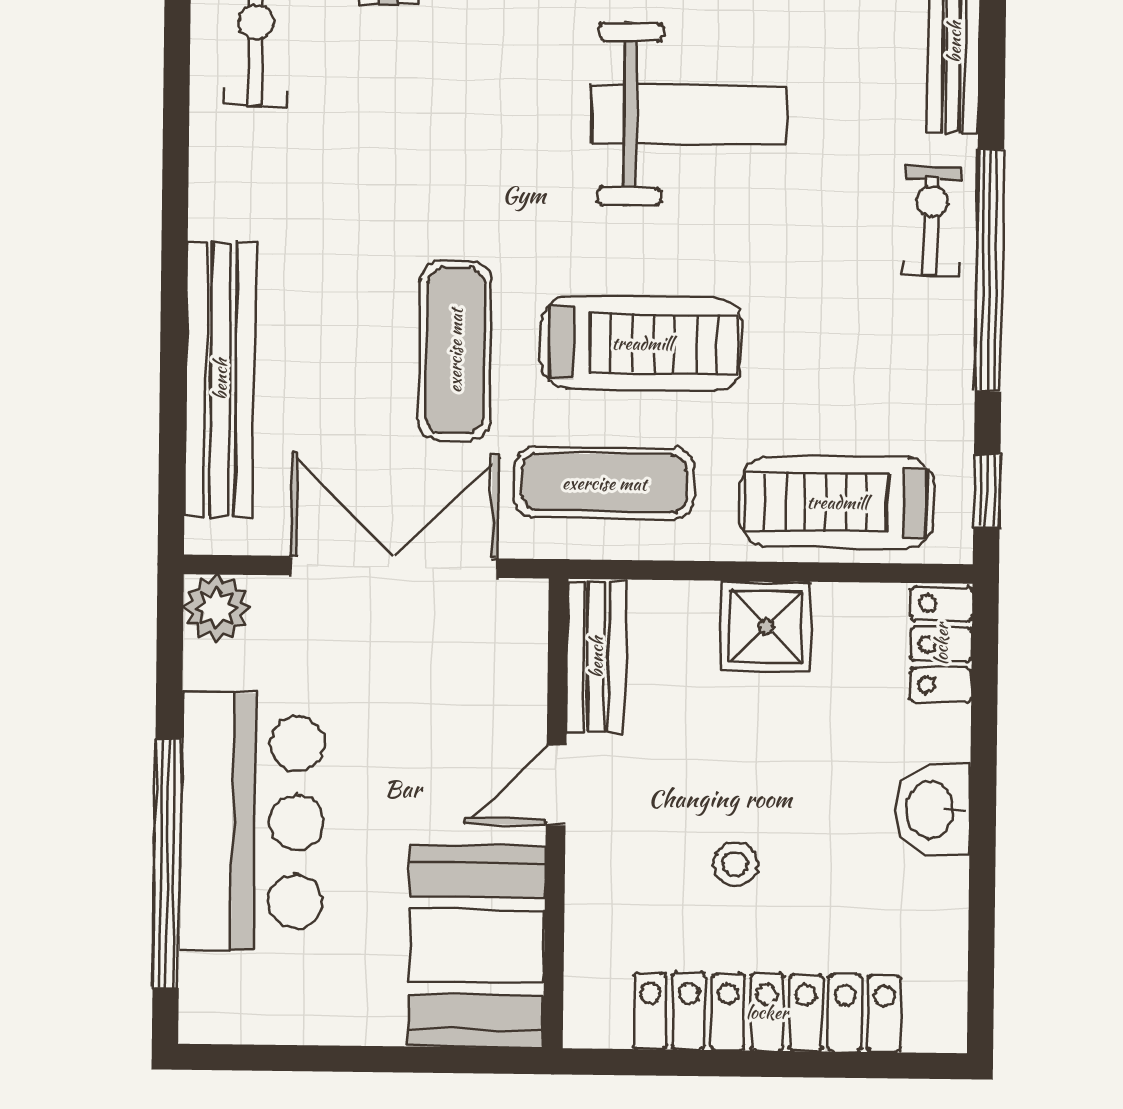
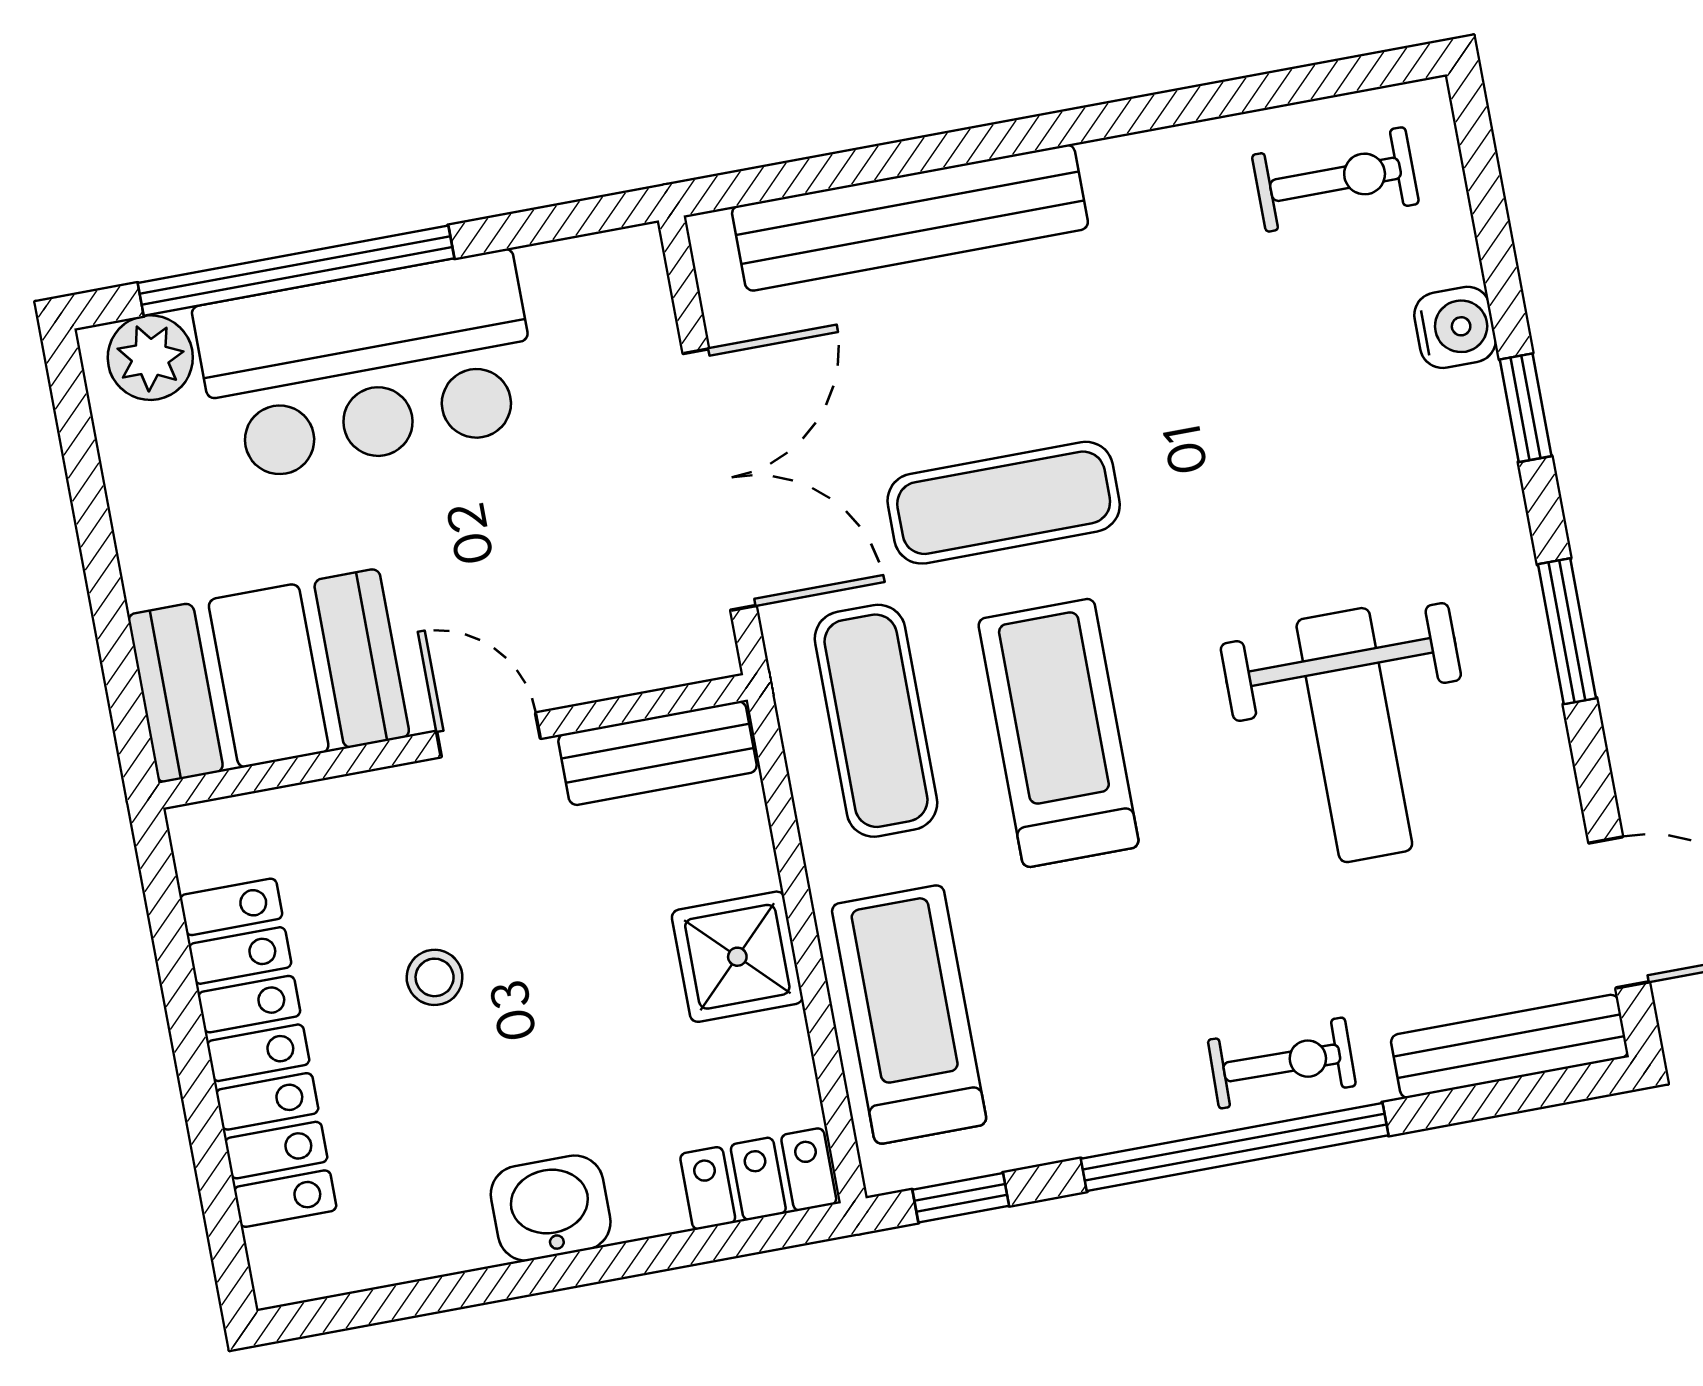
treadmill: (642, 343) -> (1059, 733), turned 180
plant: (217, 608) -> (150, 358), moved

